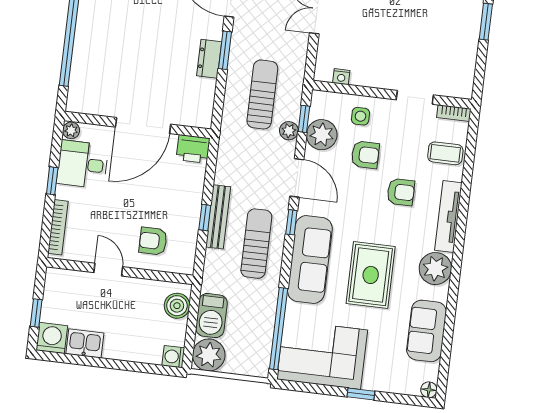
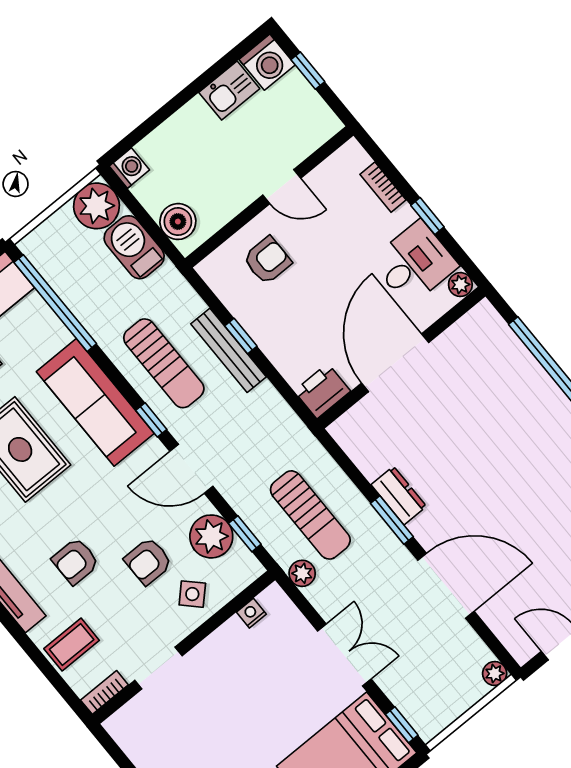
side table: (360, 116) -> (192, 594), turned 45
plant: (289, 131) -> (302, 573), moved
bookcase: (58, 227) -> (383, 187), width x0.64

